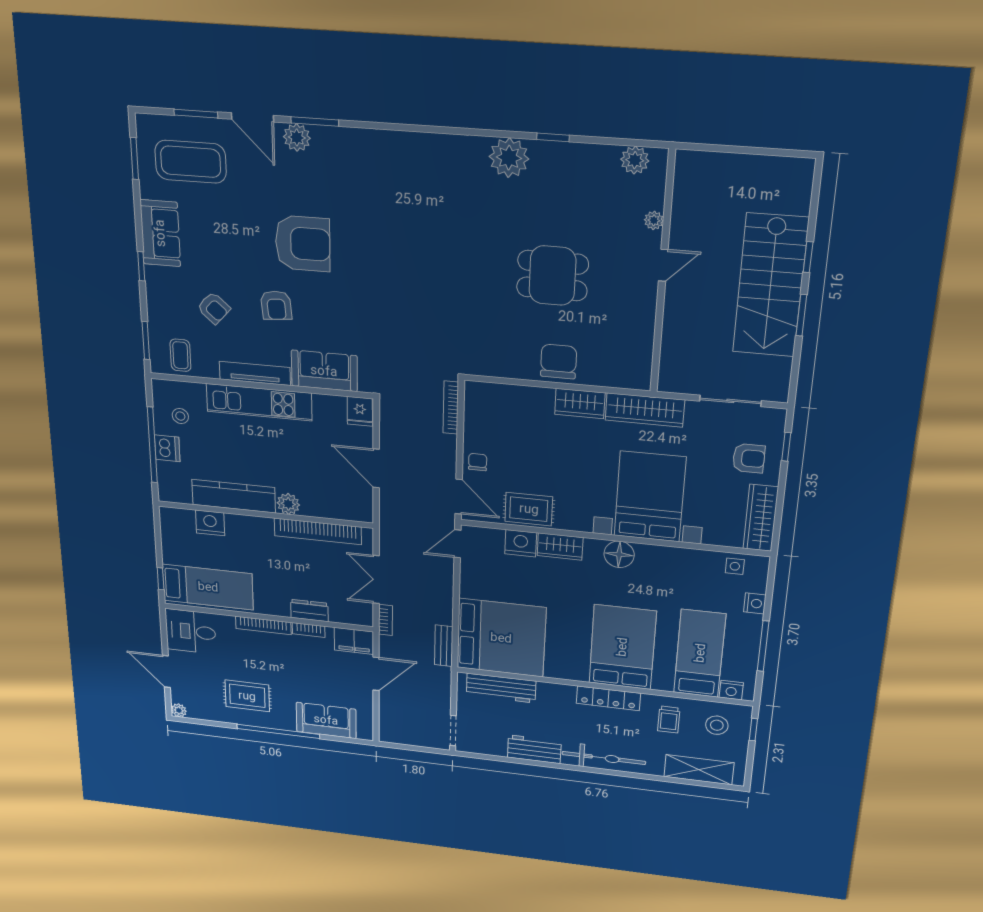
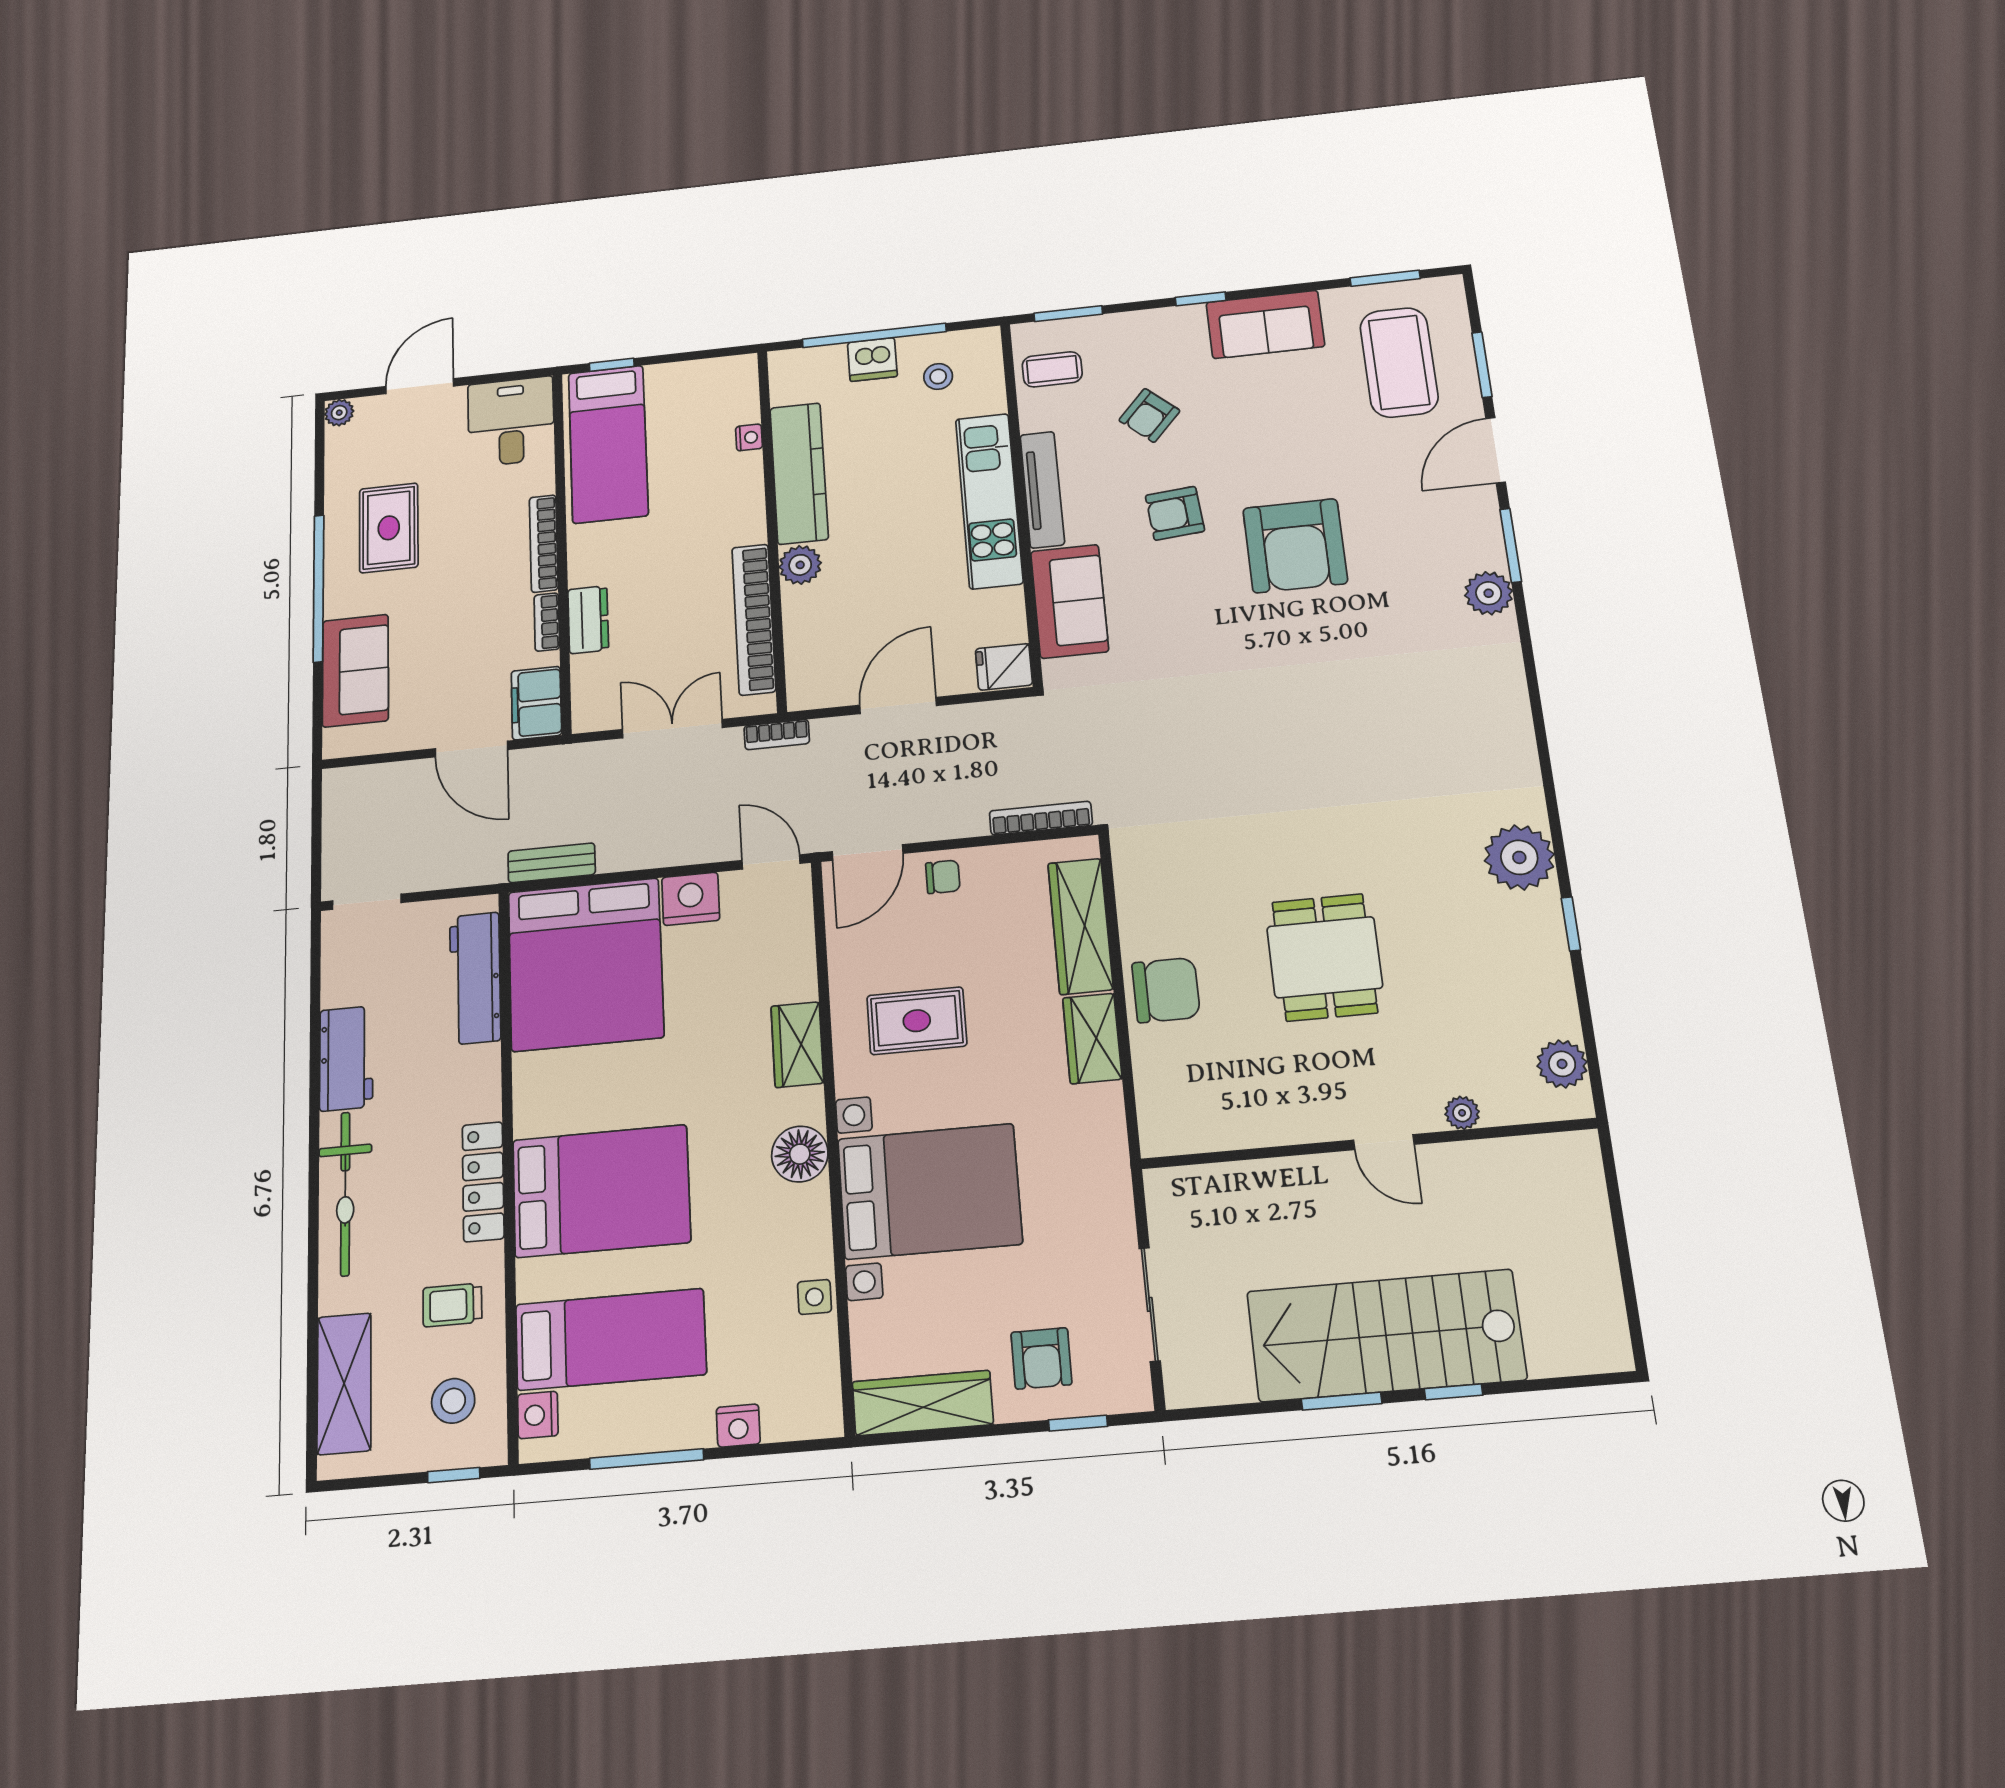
plant: (297, 137) -> (1489, 593), moved
wardrobe: (645, 410) -> (1080, 926), moved
rug: (529, 509) -> (917, 1021), moved, turned 90
nightstand: (210, 523) -> (749, 437), width x0.53, depth x0.56
nightstand: (521, 543) -> (691, 899), moved, turned -90
side table: (735, 566) -> (814, 1297), moved
bookcase: (385, 620) -> (777, 735), moved

